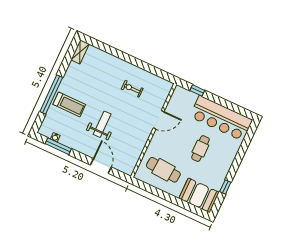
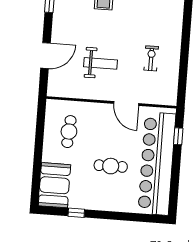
bar counter: (221, 118) -> (157, 164), width x1.36
weight bench: (102, 124) -> (100, 63), moved
cafe table: (163, 170) -> (69, 132), width x0.73, depth x0.74

